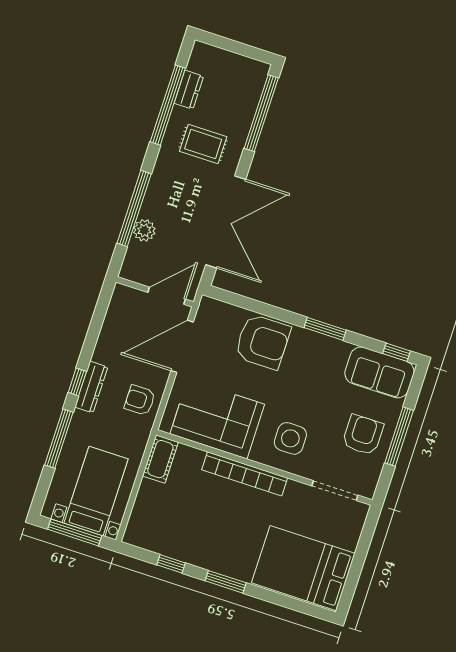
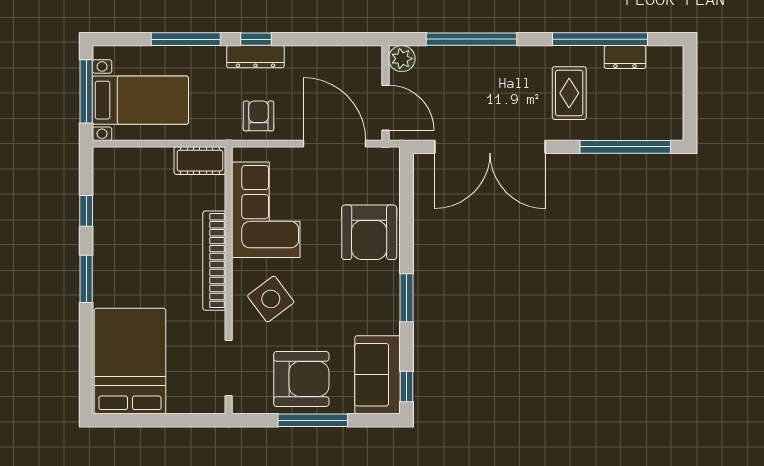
plant: (144, 230) -> (402, 59), moved
armchair: (363, 435) -> (301, 379), width x1.36, depth x1.36
side table: (290, 438) -> (271, 299), turned -37

